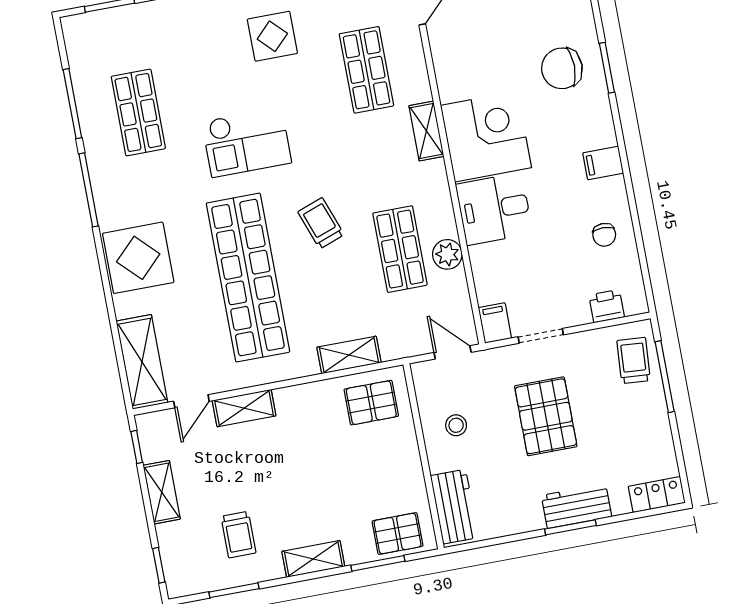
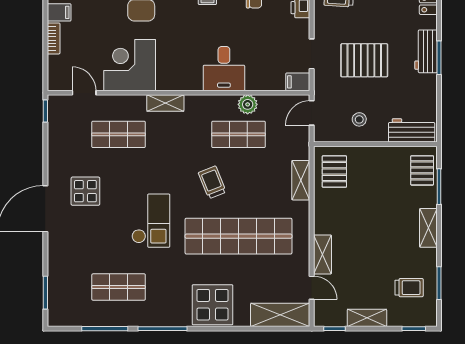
corner desk: (486, 136) -> (130, 65), moved
trolley: (321, 223) -> (212, 182), turned 88
trolley: (238, 535) -> (409, 288), moved

